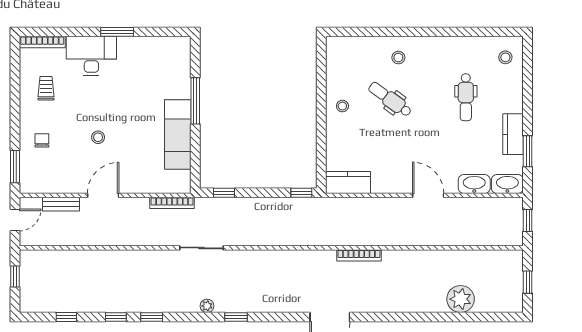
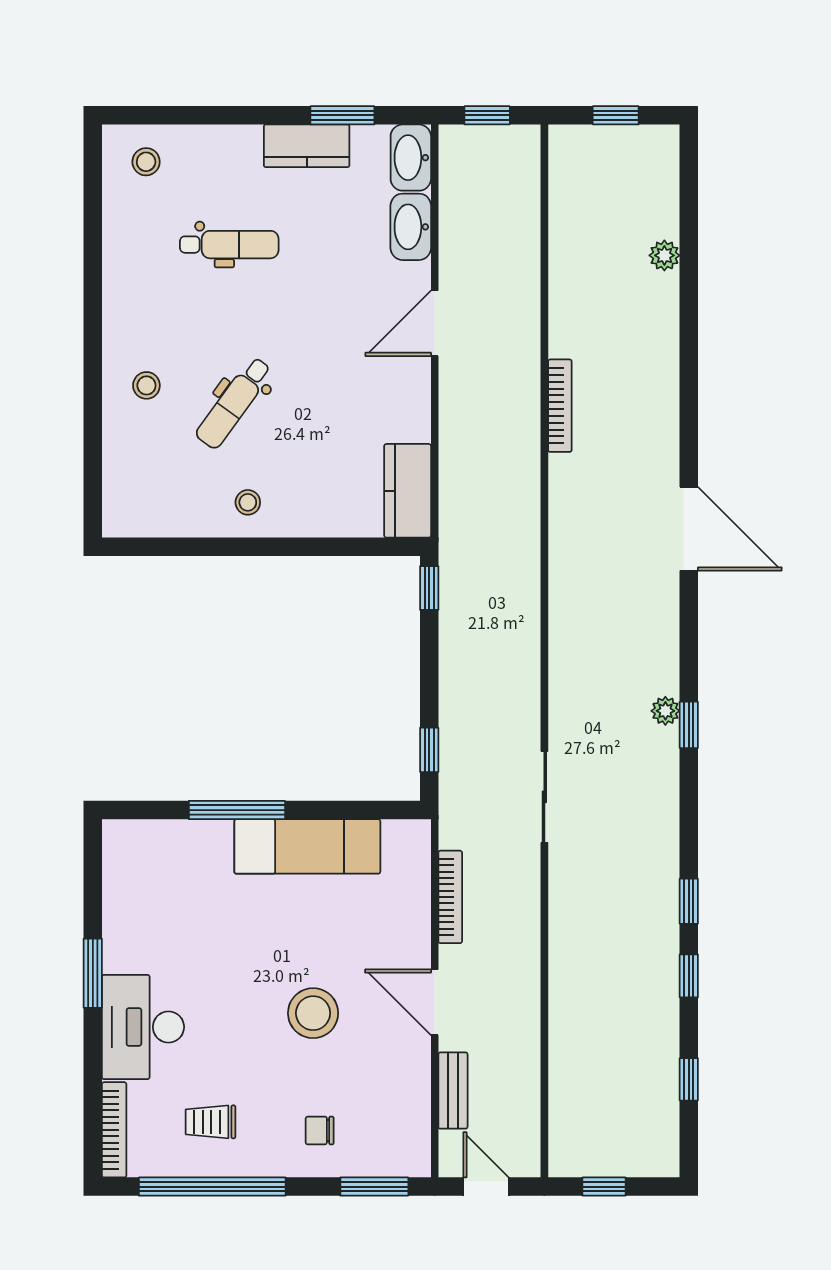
window: (15, 89) -> (212, 1187), added
stool: (98, 137) -> (313, 1013), width x1.89, depth x1.89
bookcase: (172, 203) -> (450, 897), moved
bookcase: (359, 255) -> (560, 406), moved
plant: (461, 299) -> (664, 255), width x0.53, depth x0.53
plant: (207, 306) -> (665, 711), moved

